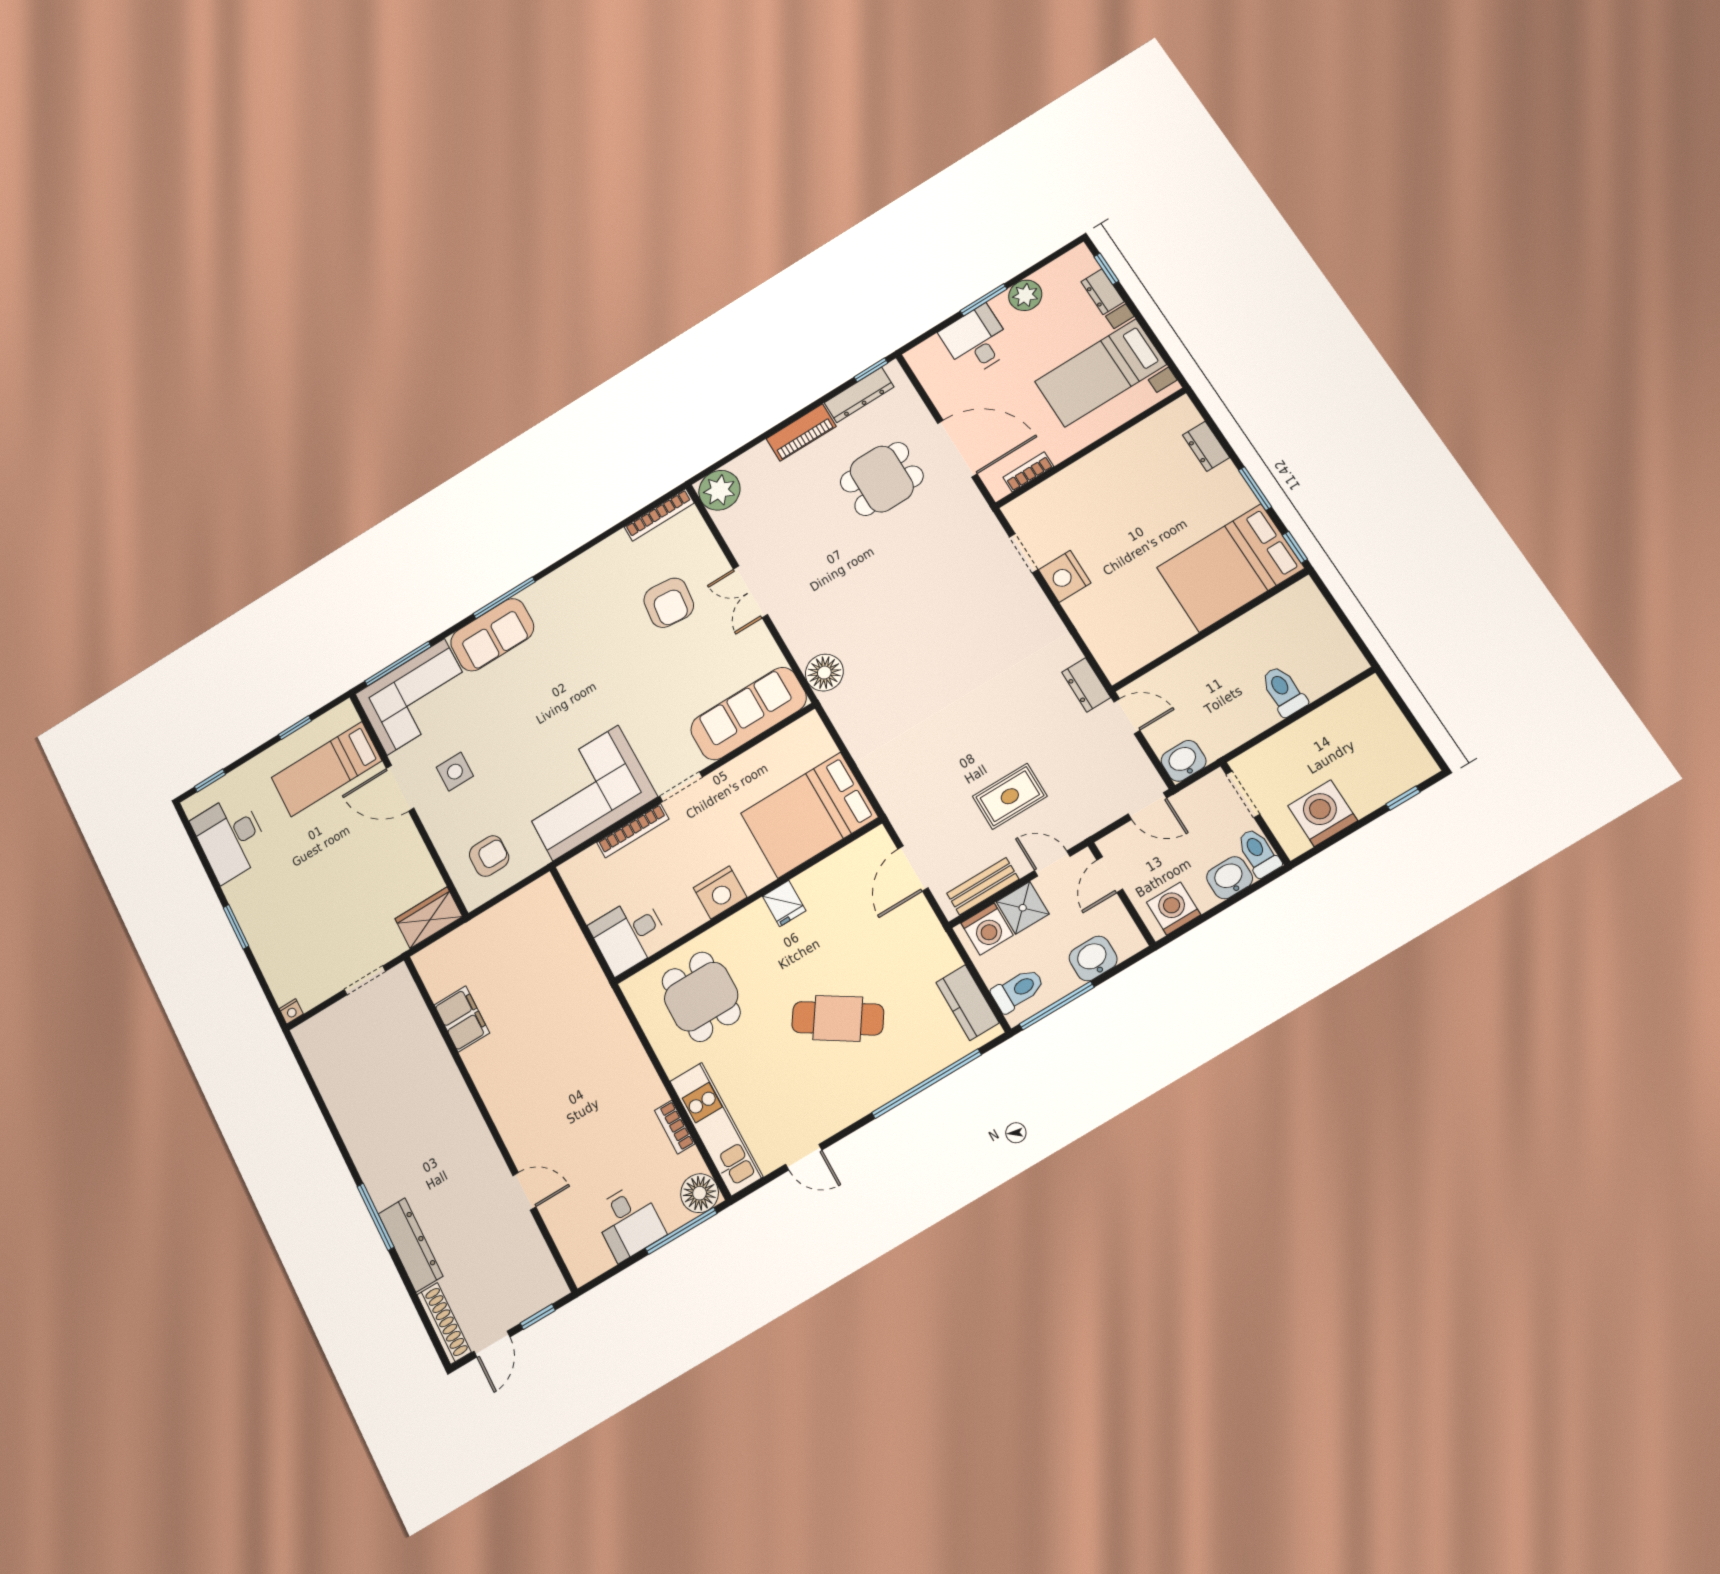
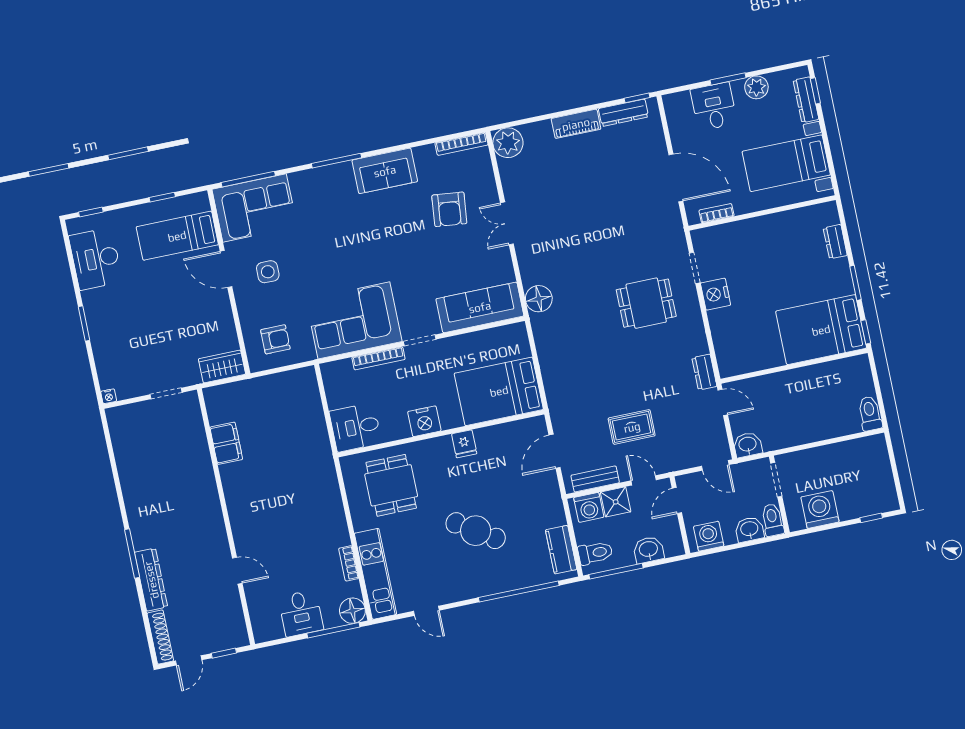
dresser: (1103, 292) -> (806, 100), width x1.44
dining table: (882, 479) -> (646, 303), moved
sofa: (492, 635) -> (385, 171), moved
toilet: (1284, 691) -> (870, 414), moved

